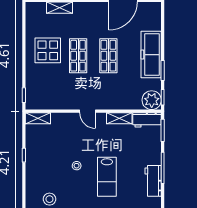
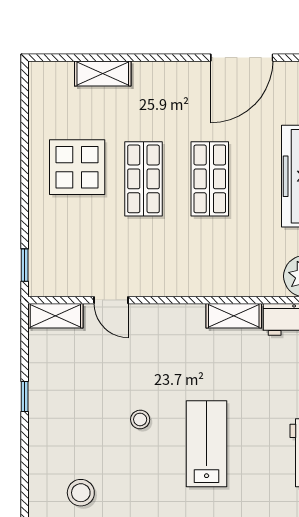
door: (88, 111) -> (111, 300), moved
lab bench: (107, 177) -> (207, 444), turned 180

